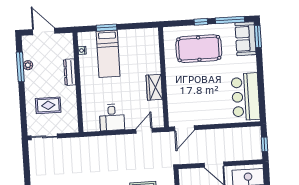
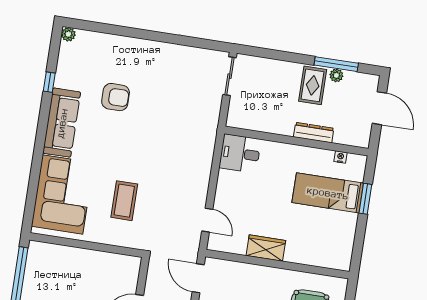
door: (44, 31) -> (379, 108), hinge flipped
rug: (48, 105) -> (313, 85), moved
desk: (112, 117) -> (240, 153), moved

